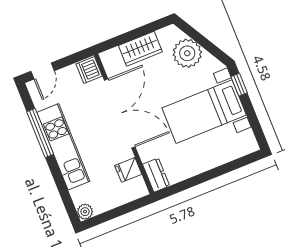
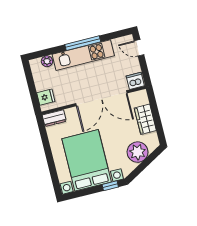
bed with nightstands: (204, 112) -> (87, 160), width x1.36
window: (40, 133) -> (83, 43), moved
fridge: (128, 170) -> (46, 97), moved, turned 90
plant: (85, 212) -> (47, 61), moved

